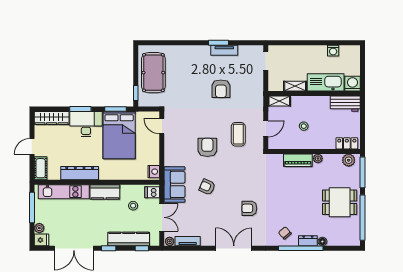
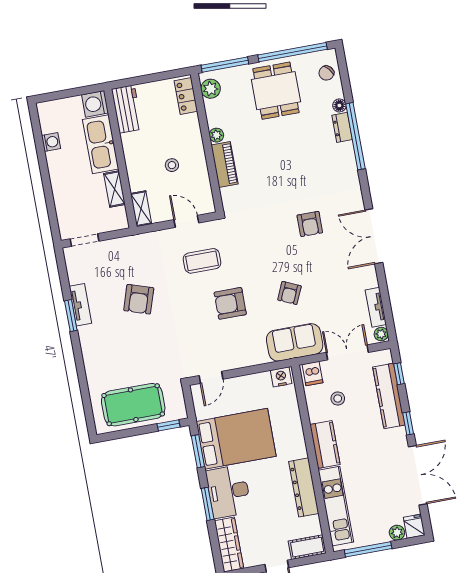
armchair: (221, 89) -> (139, 299), turned 108
chair: (285, 233) -> (326, 73), moved

